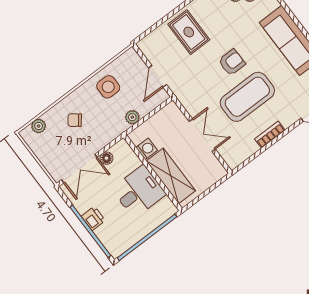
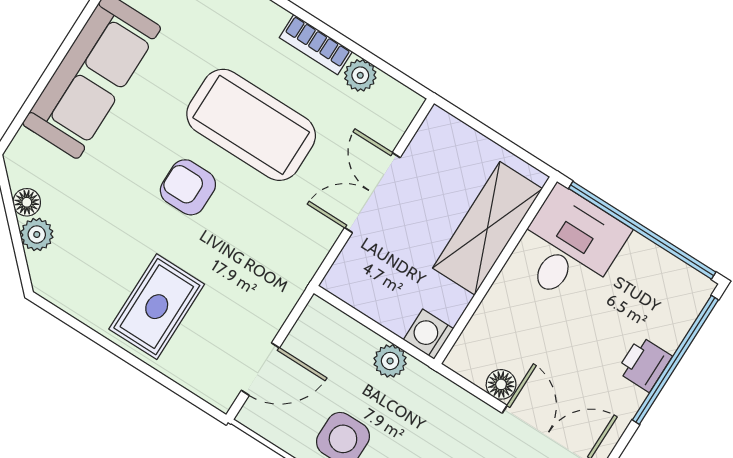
door: (158, 76) -> (260, 369), moved
plant: (251, 148) -> (360, 75), added
washing machine: (147, 149) -> (428, 334), moved
desk: (139, 192) -> (569, 246), moved, turned 90

